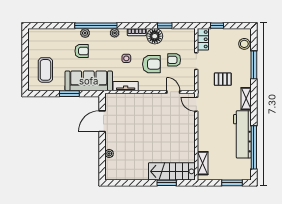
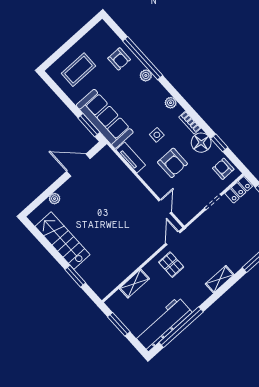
window: (96, 26) -> (143, 58), moved
armchair: (82, 51) -> (119, 59), moved
armchair: (174, 60) -> (223, 169), moved
pallet: (223, 79) -> (171, 265), moved
window: (69, 94) -> (89, 125), moved
workbench: (242, 134) -> (163, 324), moved
shelving: (203, 163) -> (134, 284), moved
stairs: (172, 171) -> (62, 240), moved
window: (232, 183) -> (119, 324), moved

